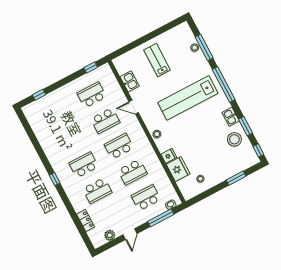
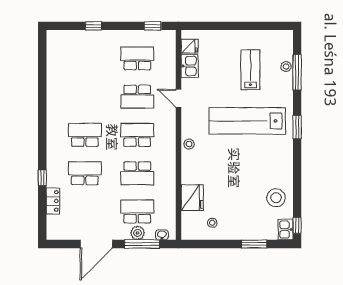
lab bench: (157, 60) -> (250, 70), moved
window: (224, 85) -> (297, 127), width x0.47
window: (39, 95) -> (93, 26), moved
kitchen sink: (231, 117) -> (286, 230), moved
window: (246, 126) -> (297, 189), removed
fridge: (169, 156) -> (190, 46), moved
window: (55, 179) -> (42, 178), moved
school desk: (97, 191) -> (85, 173), turned 180
door: (130, 234) -> (96, 244), width x1.88
plant: (110, 235) -> (138, 233), moved

